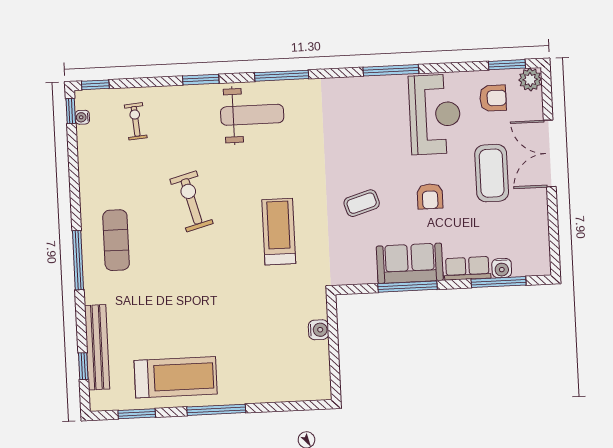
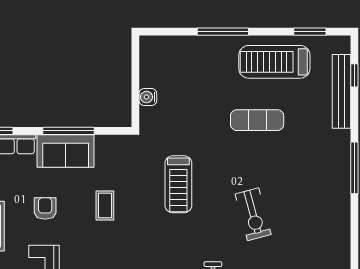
coffee table: (362, 203) -> (105, 206), turned -73
exercise mat: (116, 240) -> (257, 120), moved, turned 90
window: (216, 410) -> (223, 32), moved

